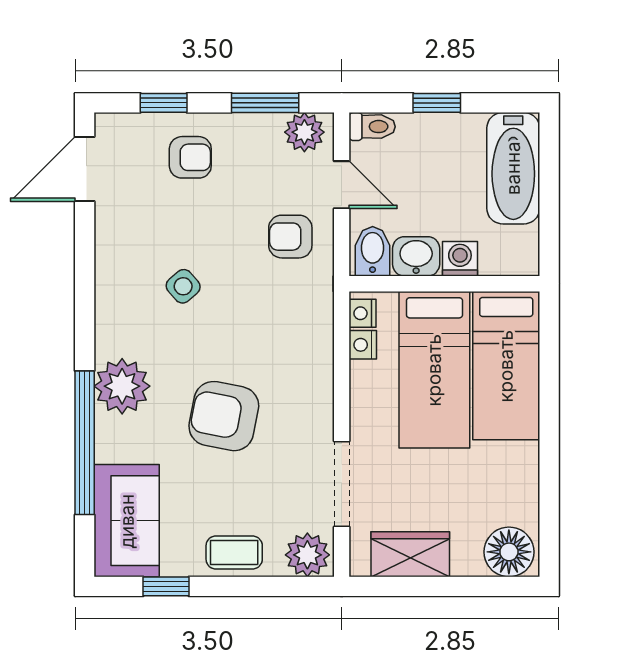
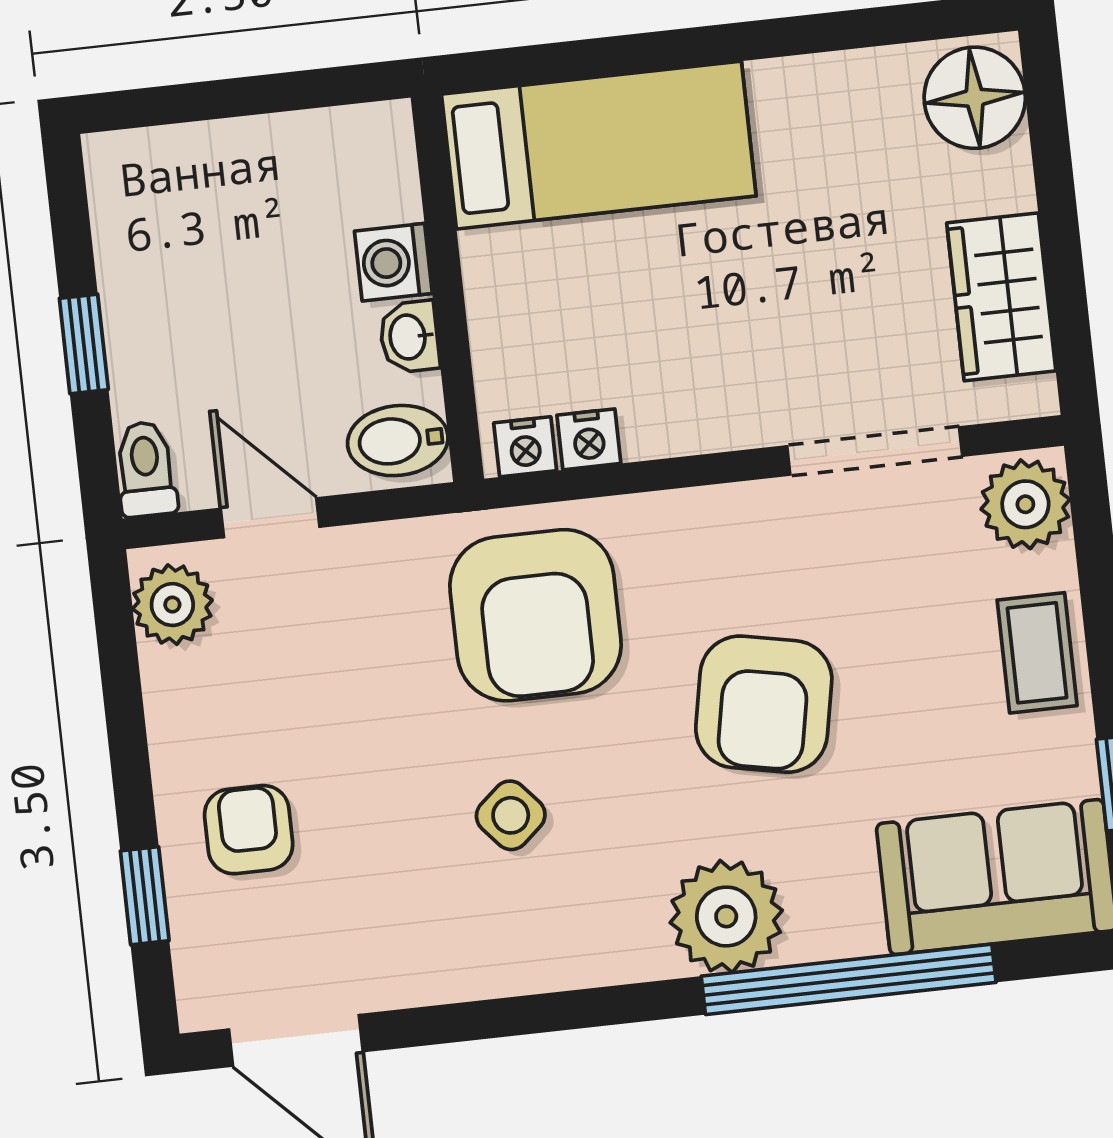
window: (265, 103) -> (122, 691), removed
bathtub: (513, 168) -> (199, 175), removed
door: (342, 185) -> (270, 518), hinge flipped
armchair: (290, 237) -> (535, 615), moved, width x1.88, depth x1.88
washbasin: (416, 256) -> (409, 337), width x0.72, depth x0.69
bed: (434, 370) -> (623, 289), removed

